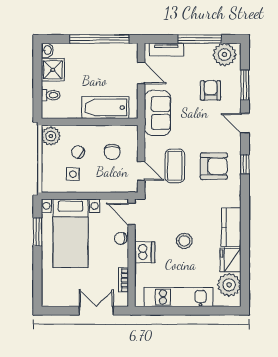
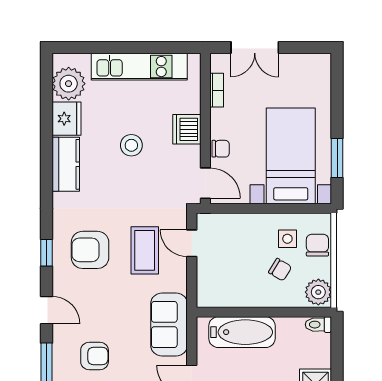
armchair: (211, 90) -> (95, 356), turned -90
toilet: (51, 95) -> (318, 325), moved
chair: (112, 152) -> (317, 245), moved

